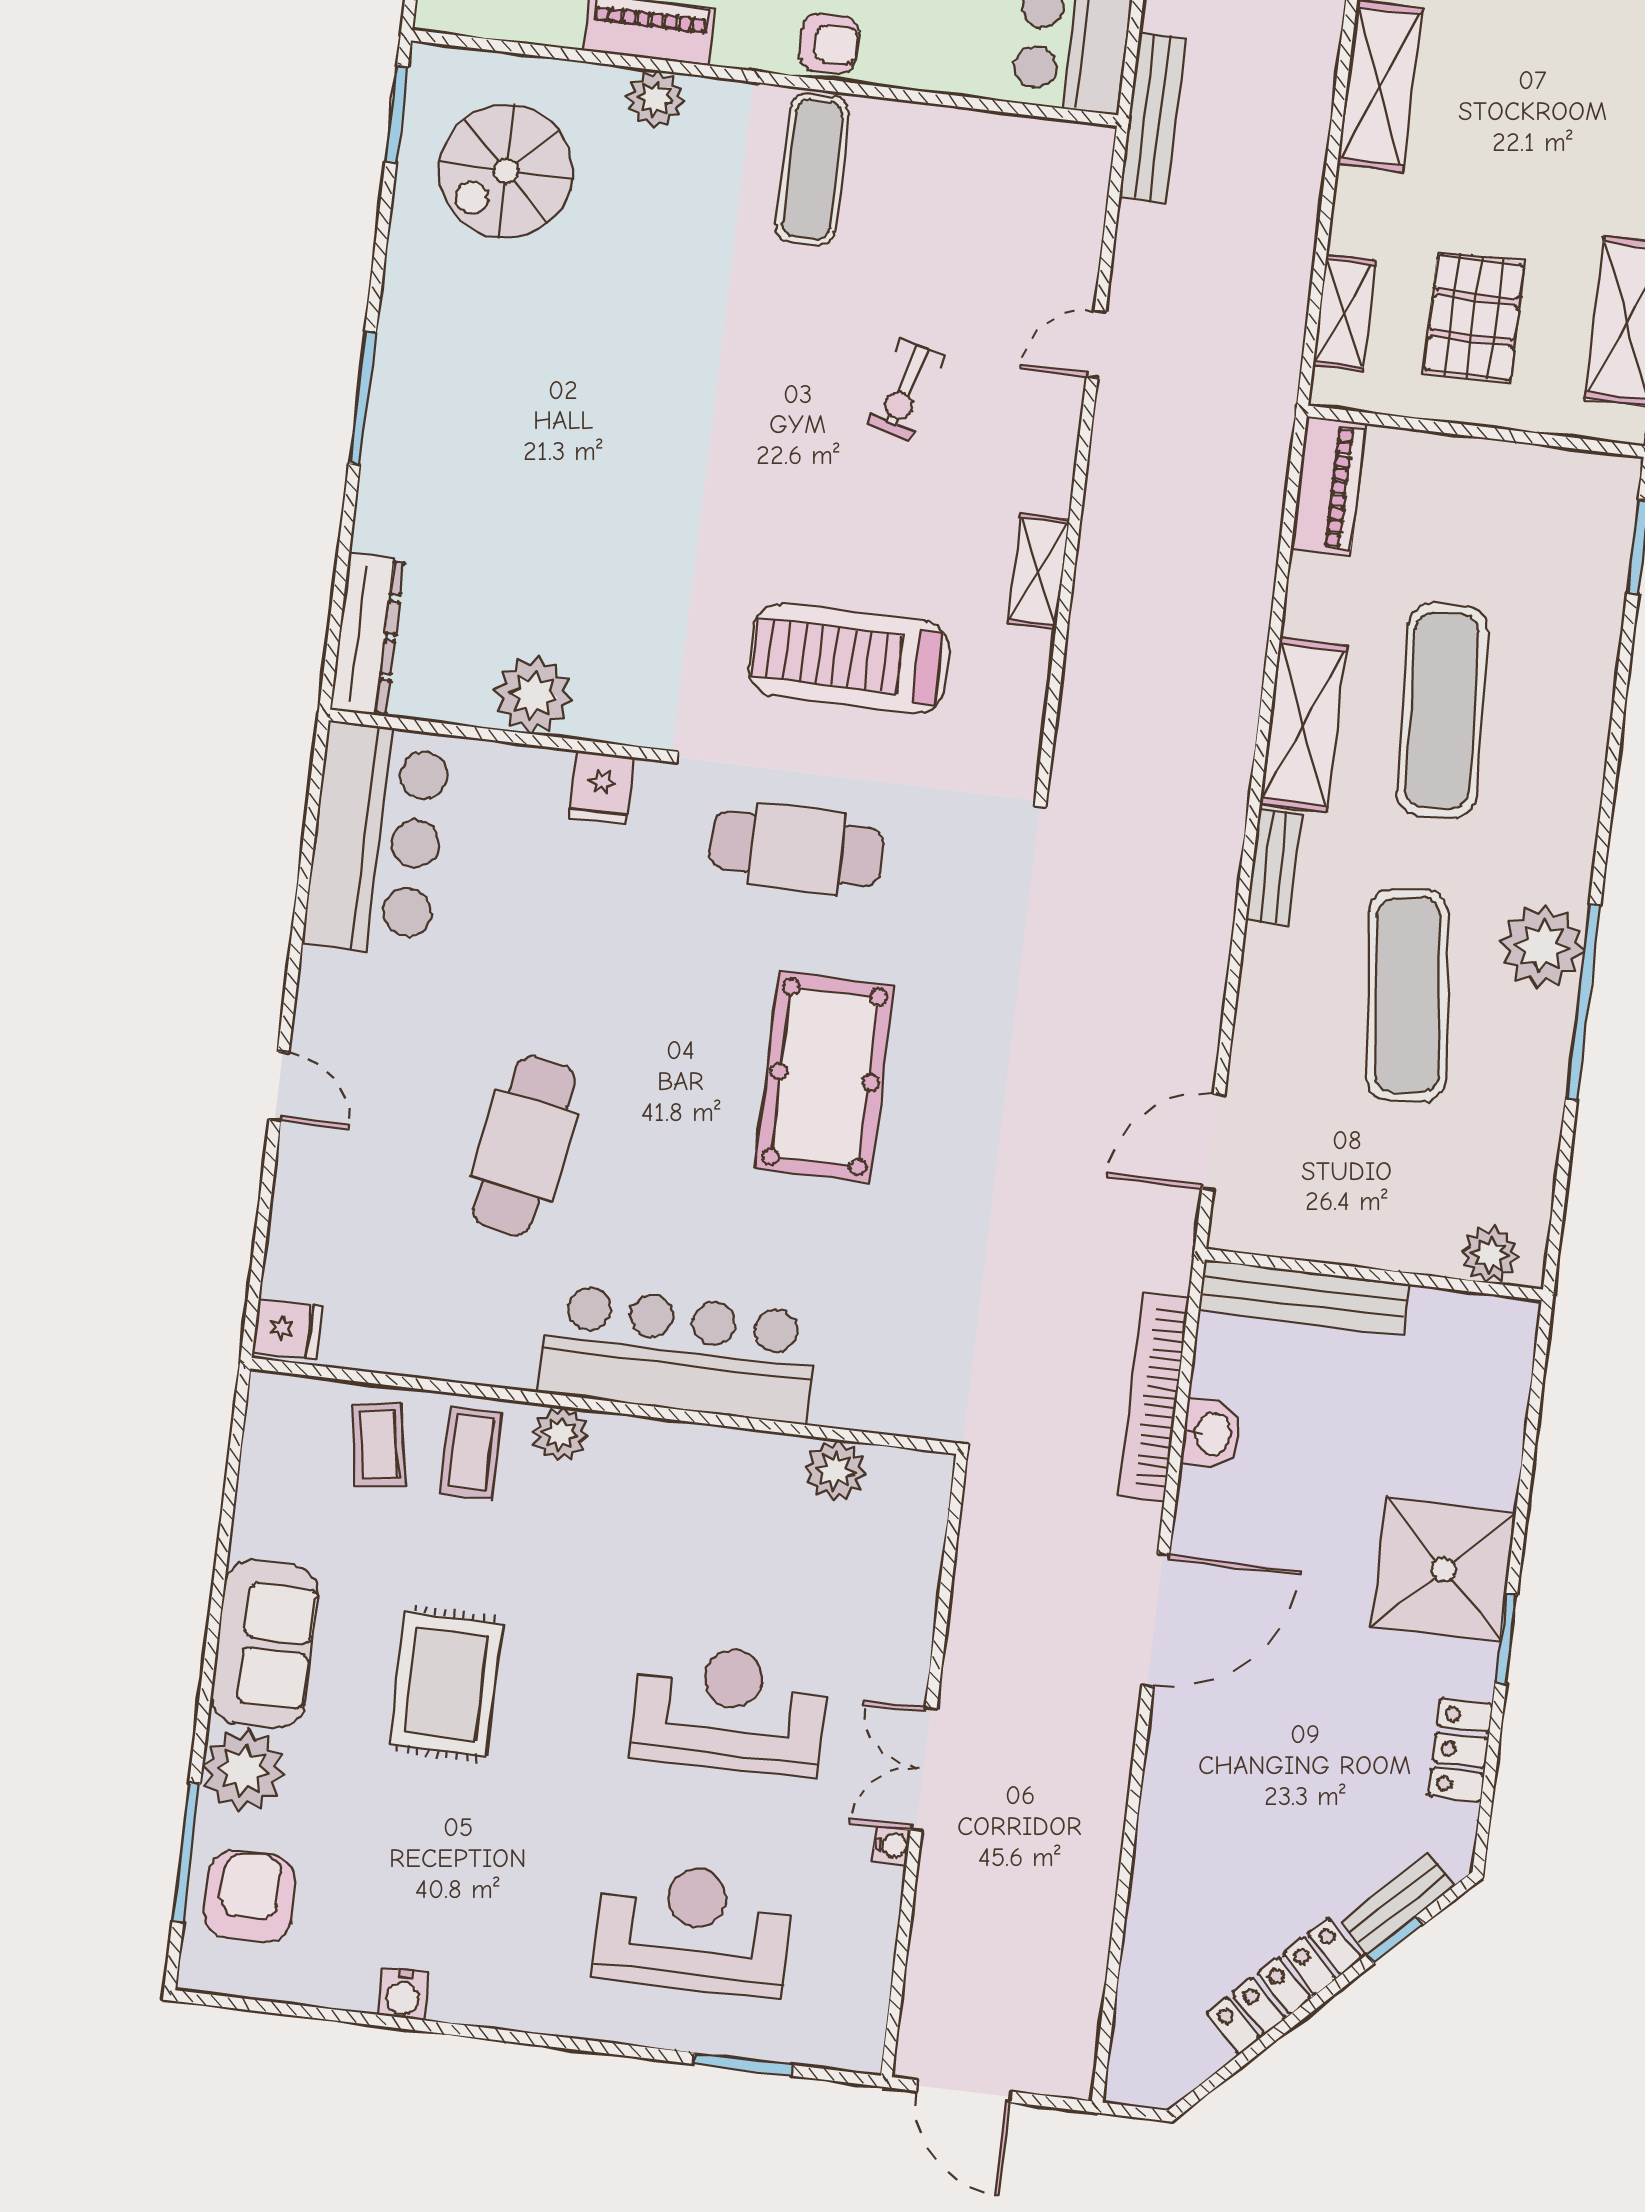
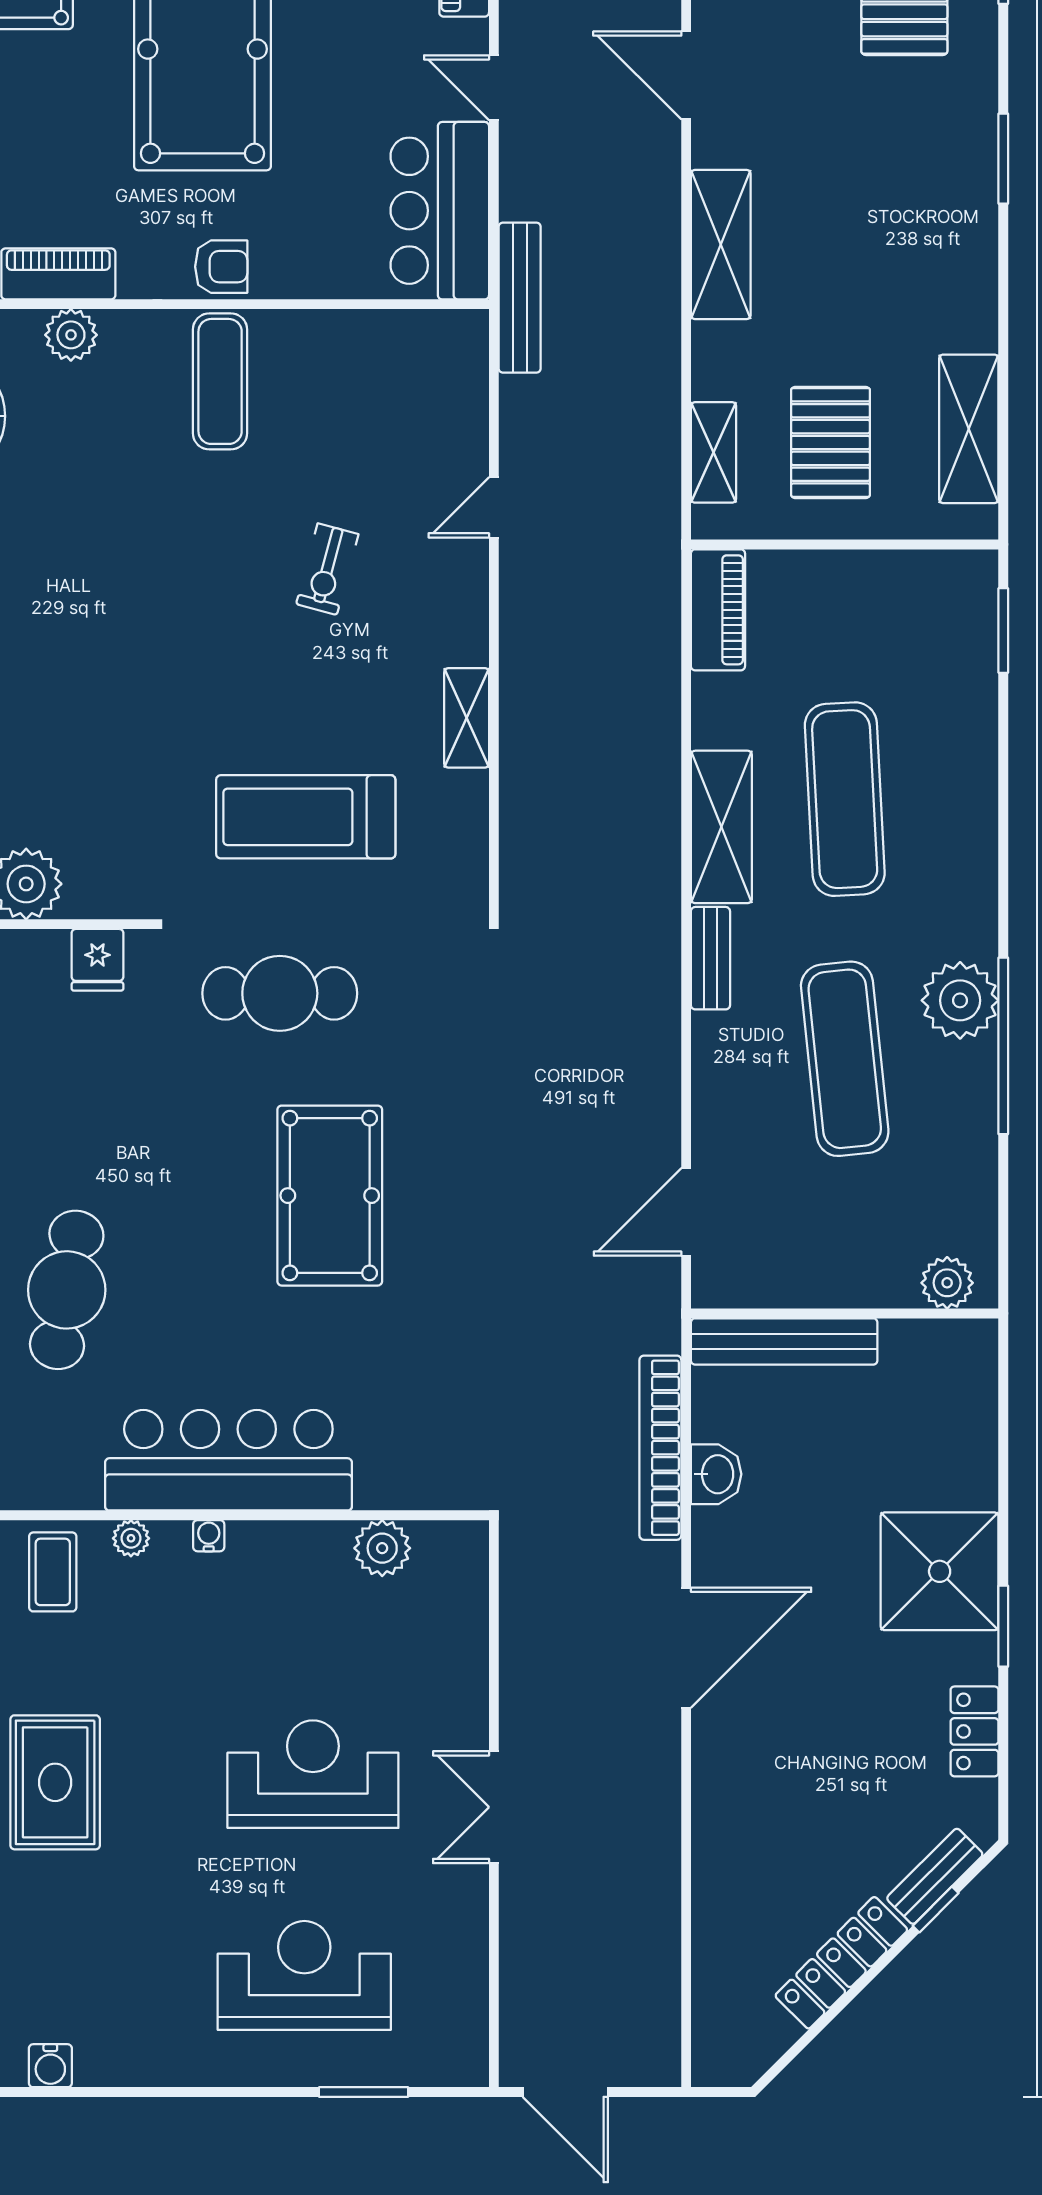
plant: (560, 1434) -> (131, 1538), width x0.73, depth x0.73
water cooler: (892, 1845) -> (209, 1536), moved, turned -90

